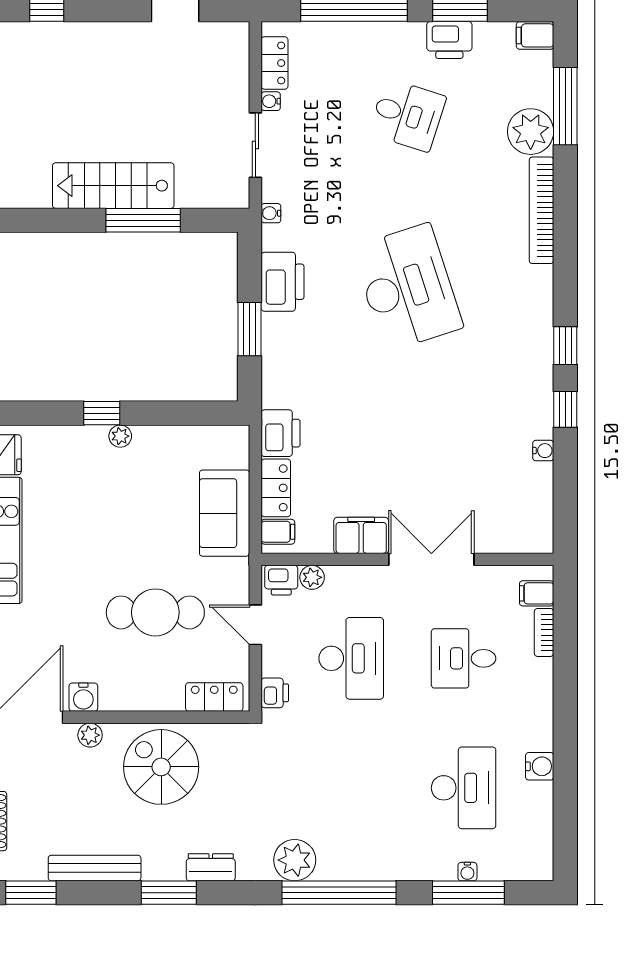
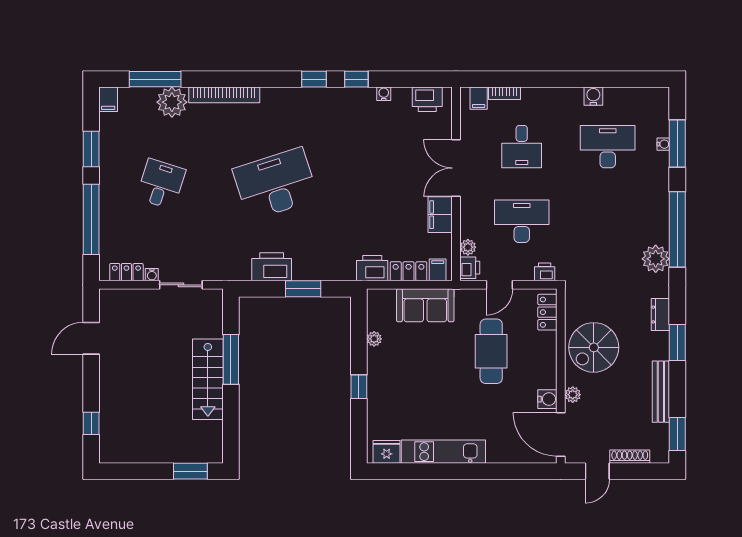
printer: (449, 40) -> (427, 99), moved, turned 90
water cooler: (271, 213) -> (226, 274), removed
plant: (120, 436) -> (374, 339), moved

